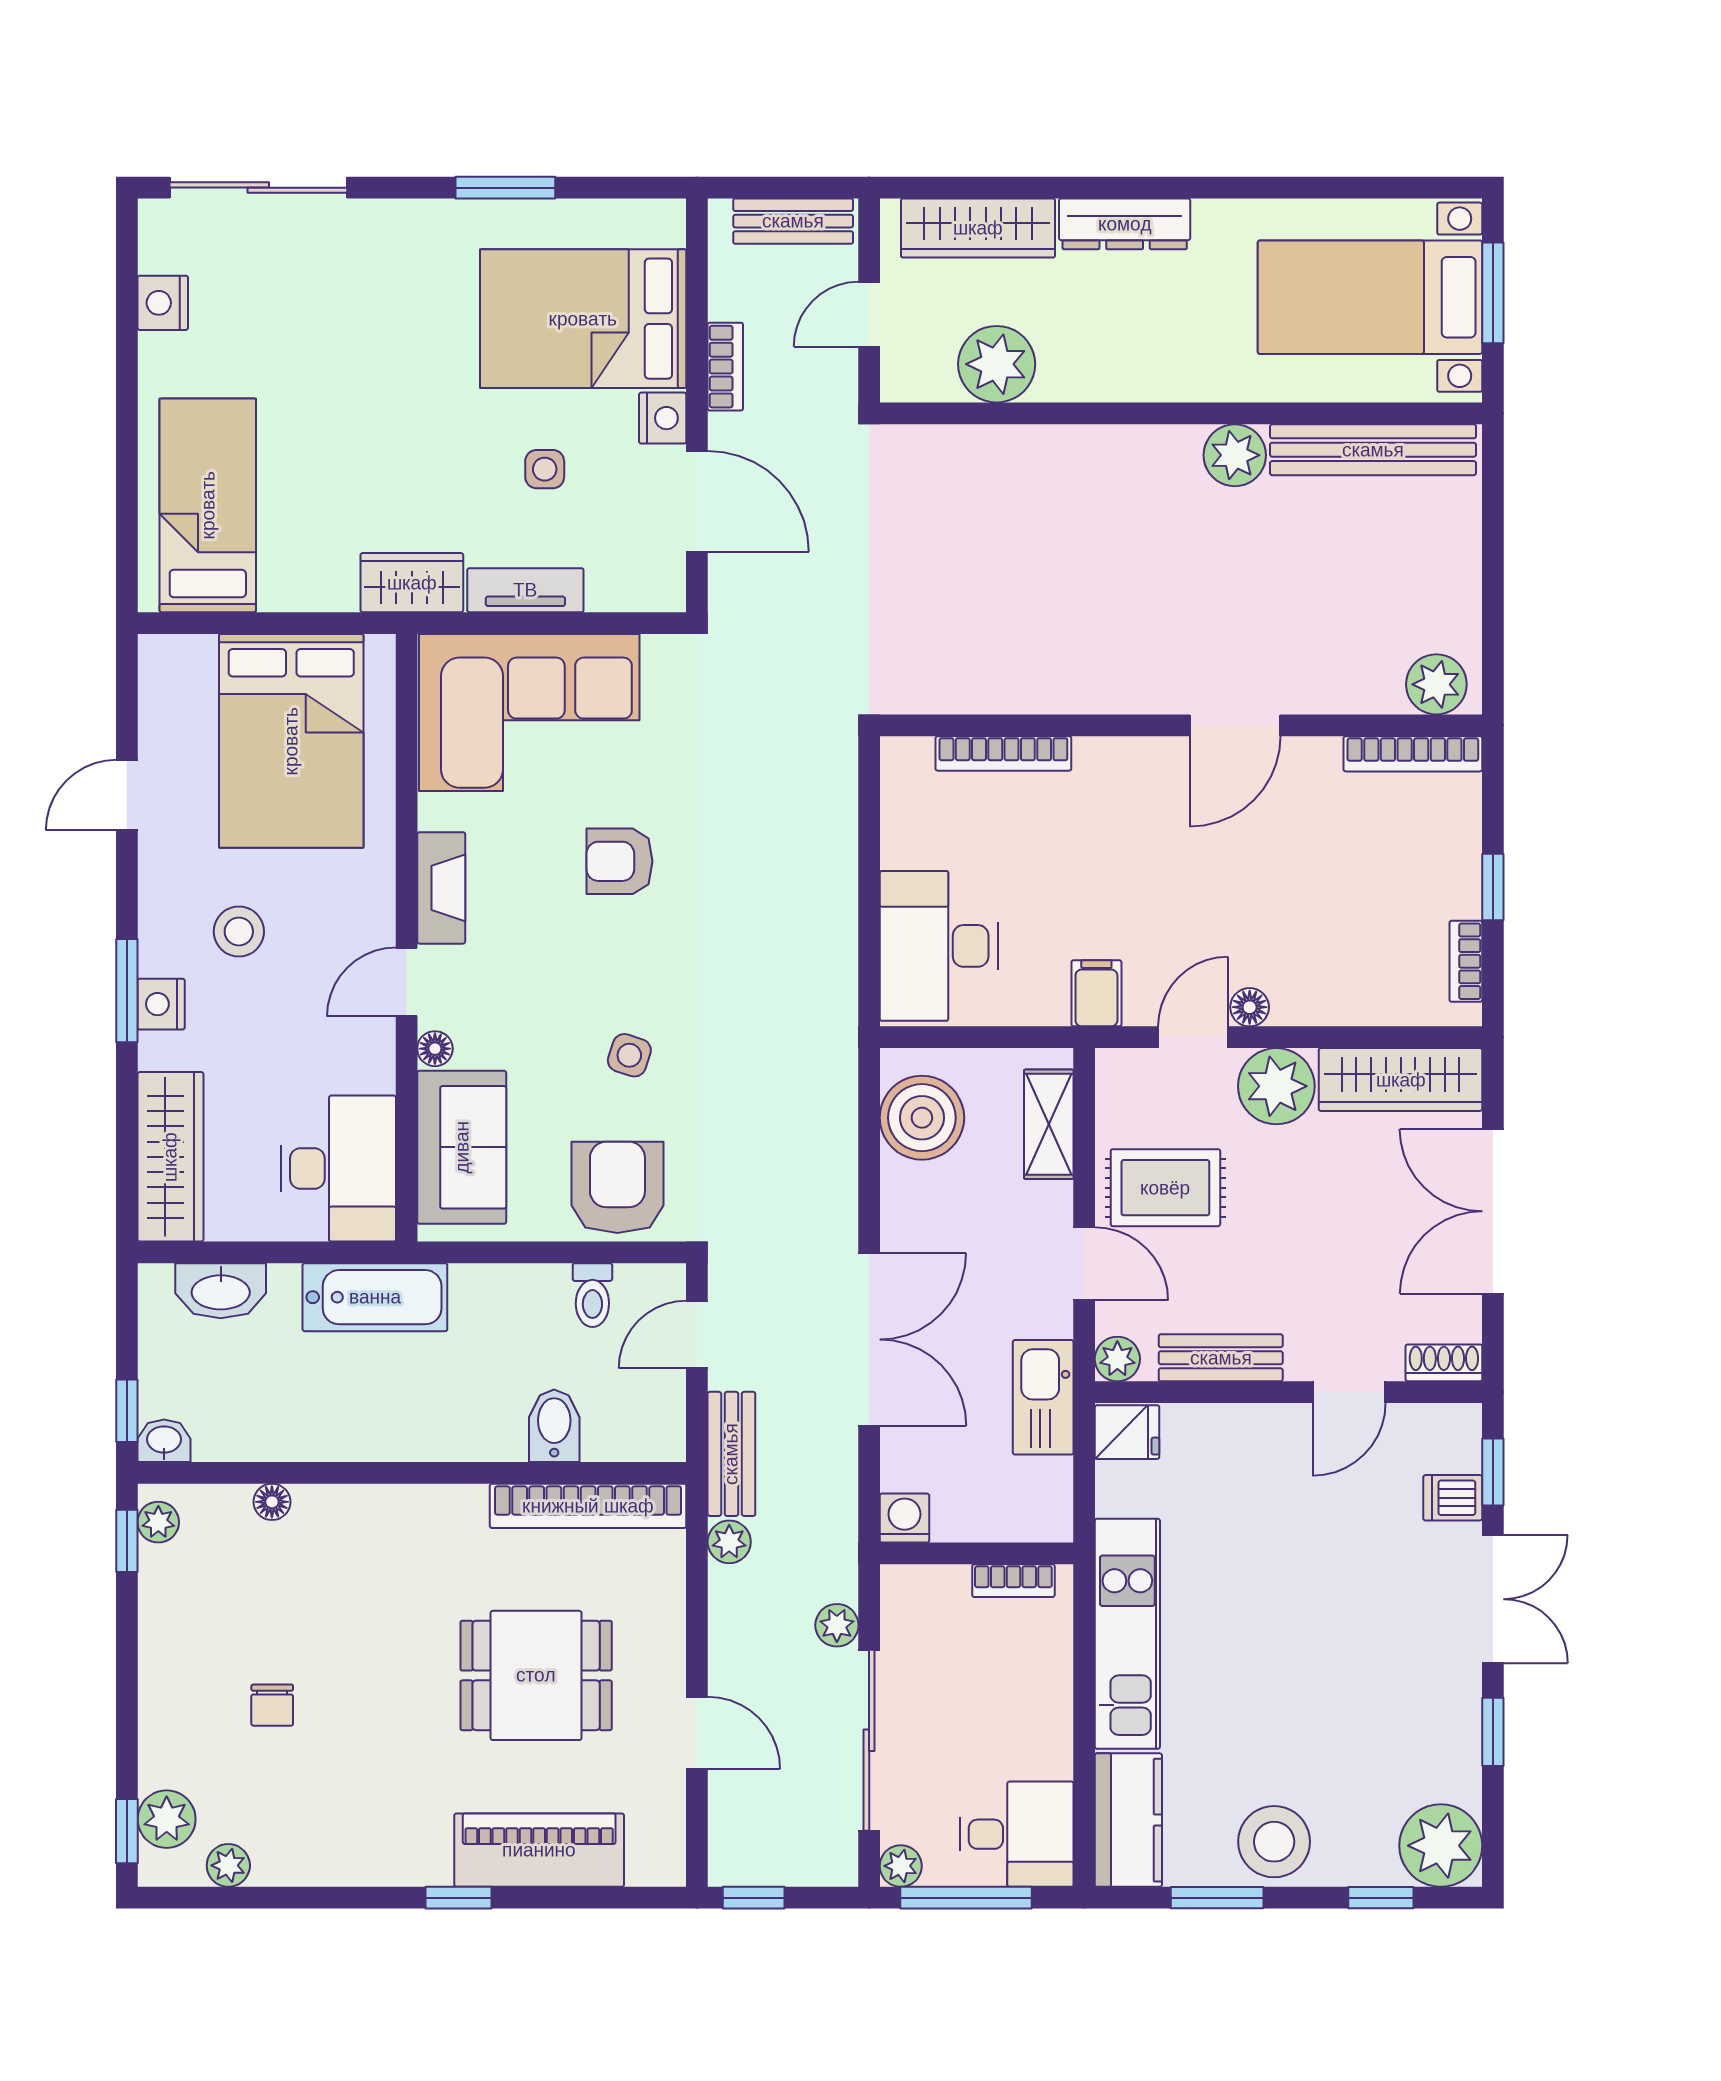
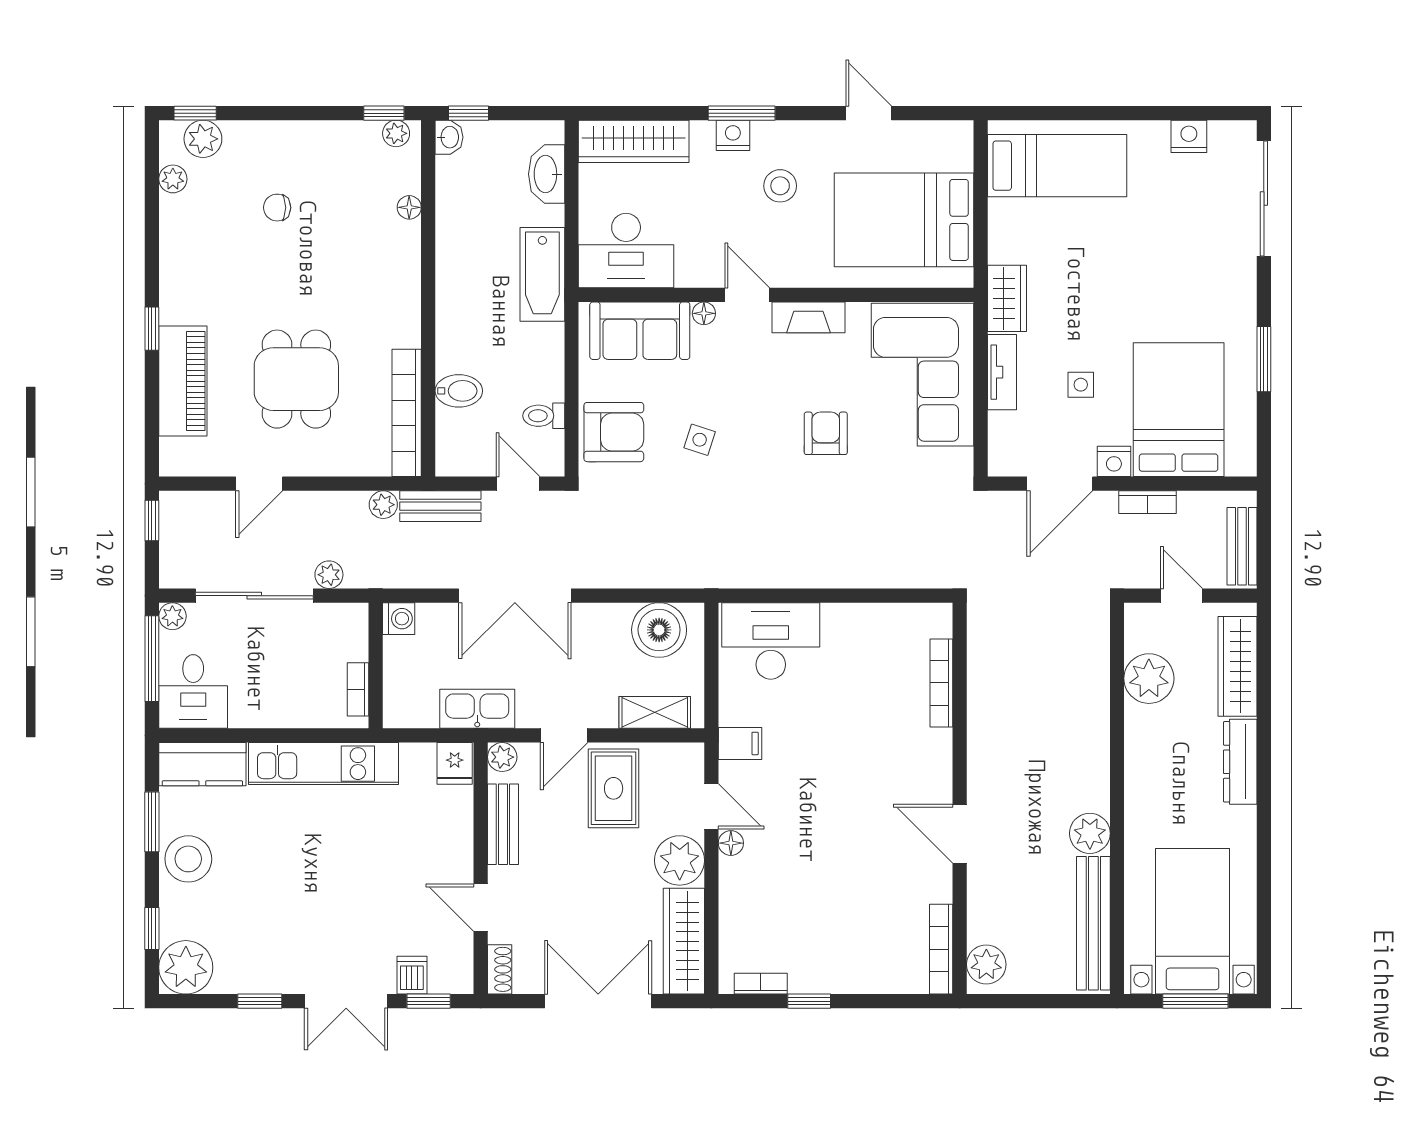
plant: (1436, 684) -> (986, 964), moved
wall: (1181, 725) -> (960, 798), moved
door: (1235, 725) -> (960, 834), moved
bookcase: (1003, 753) -> (941, 683), moved
bookcase: (1413, 754) -> (941, 949), moved

